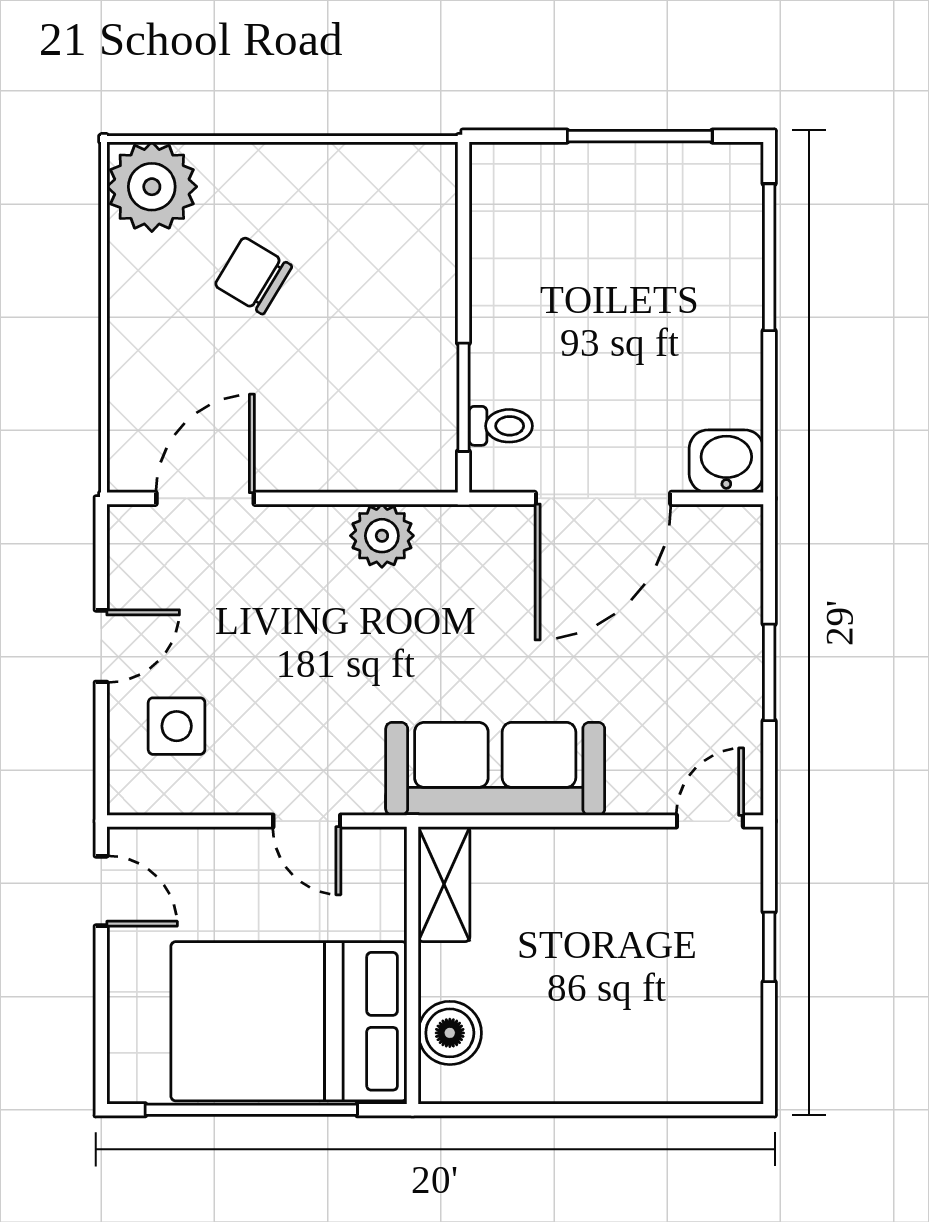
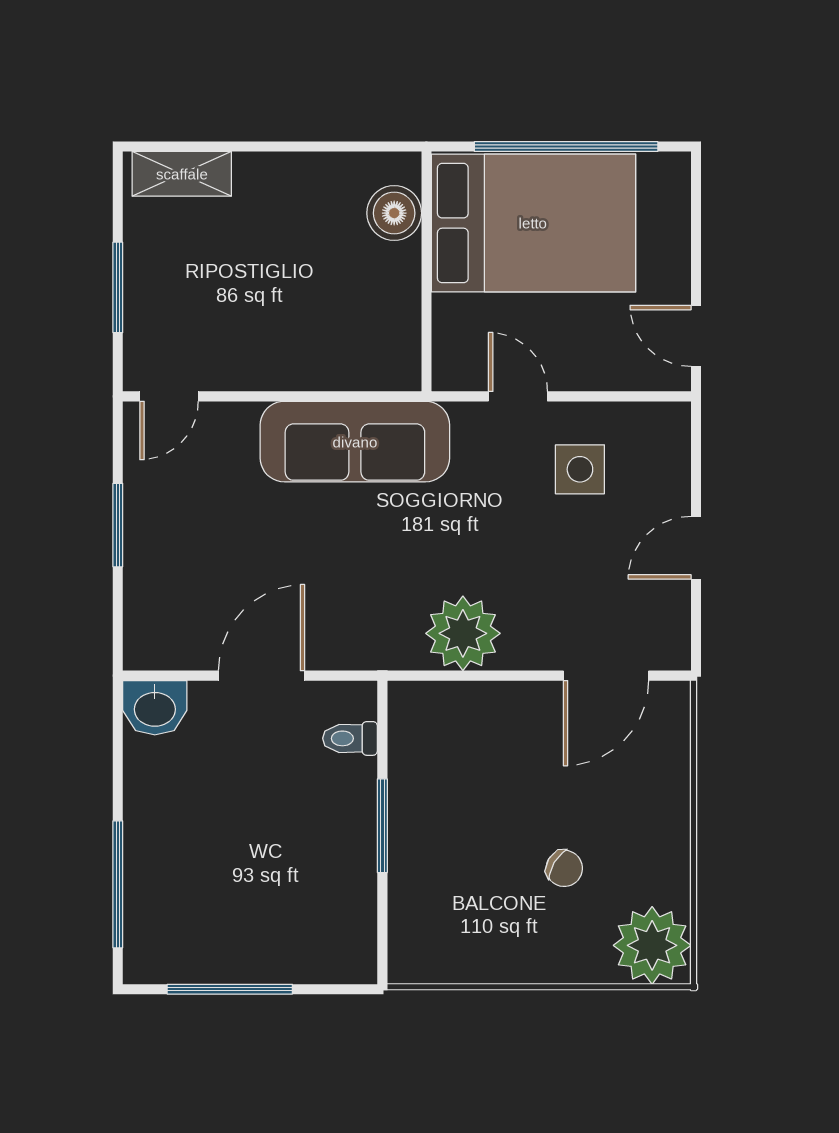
chair: (253, 276) -> (564, 868), width x0.73, depth x0.73
window: (463, 397) -> (382, 826), moved
door: (603, 498) -> (262, 676), width x0.73
plant: (382, 536) -> (463, 633), width x1.36, depth x1.36
side table: (177, 726) -> (580, 469), moved
shelving: (444, 884) -> (182, 174), moved, turned 90
window: (769, 947) -> (118, 287), width x1.50

